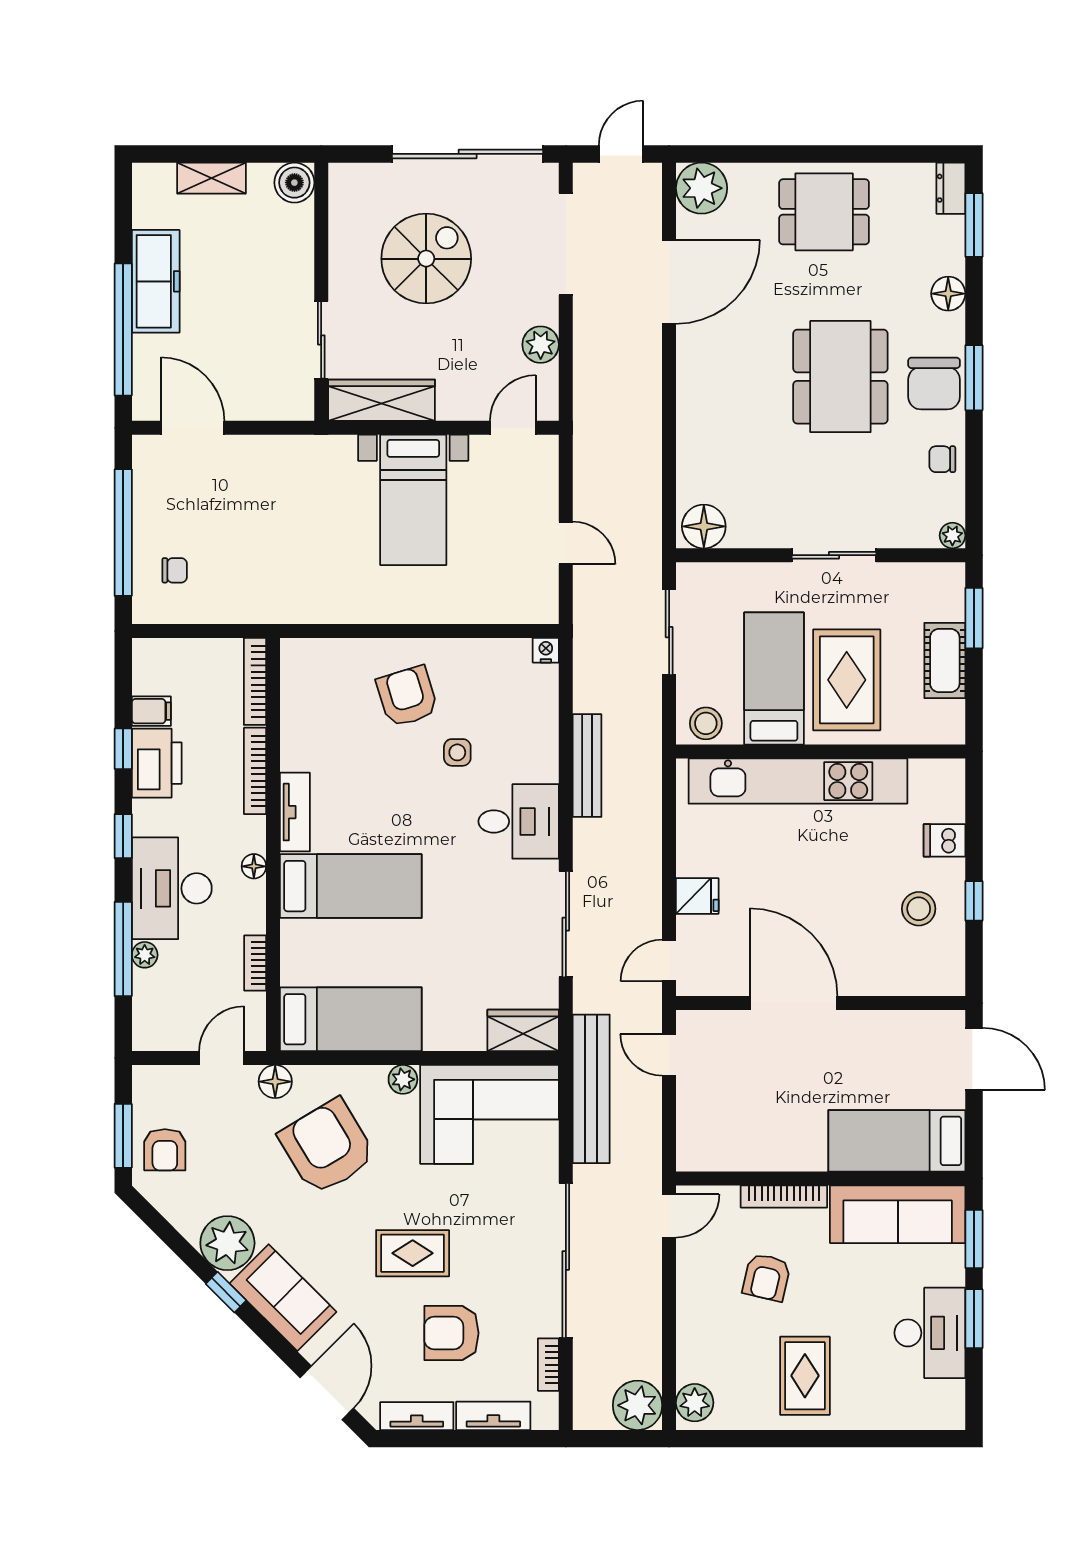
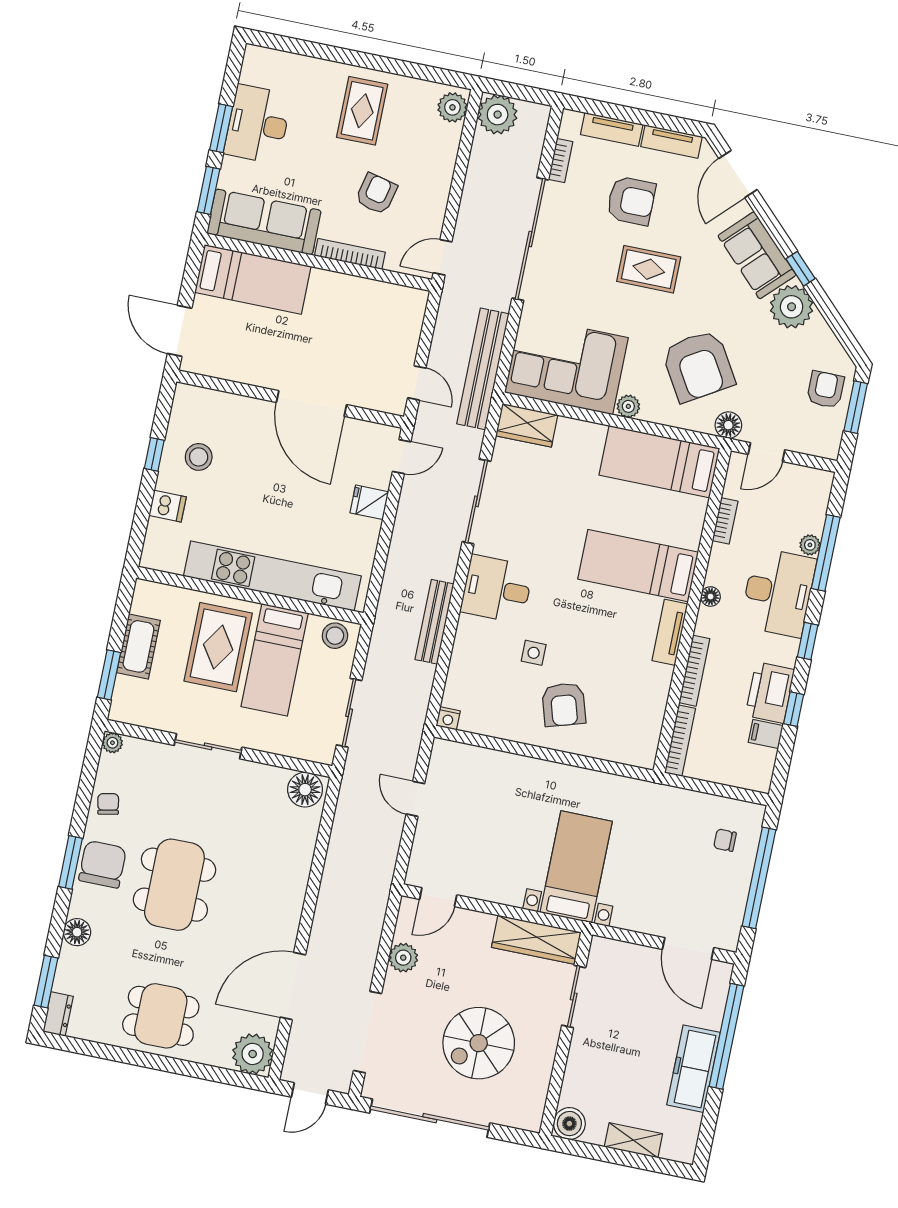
chair: (942, 459) -> (108, 804), turned -101
bed with nightstands: (413, 500) -> (576, 867), moved

